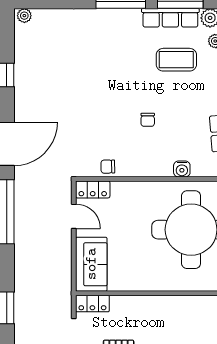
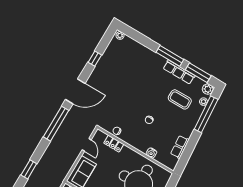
row of seats: (170, 18) -> (179, 72), moved
locker: (93, 189) -> (114, 144), moved

